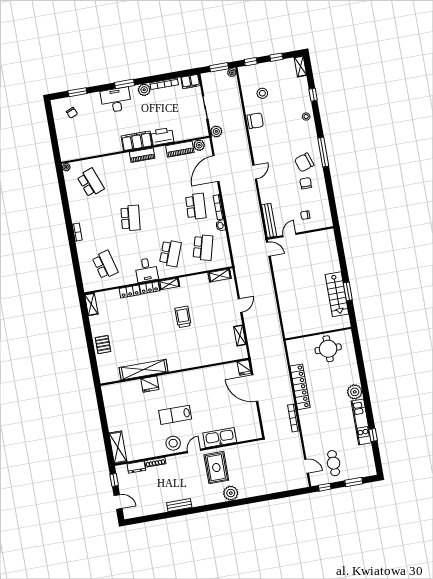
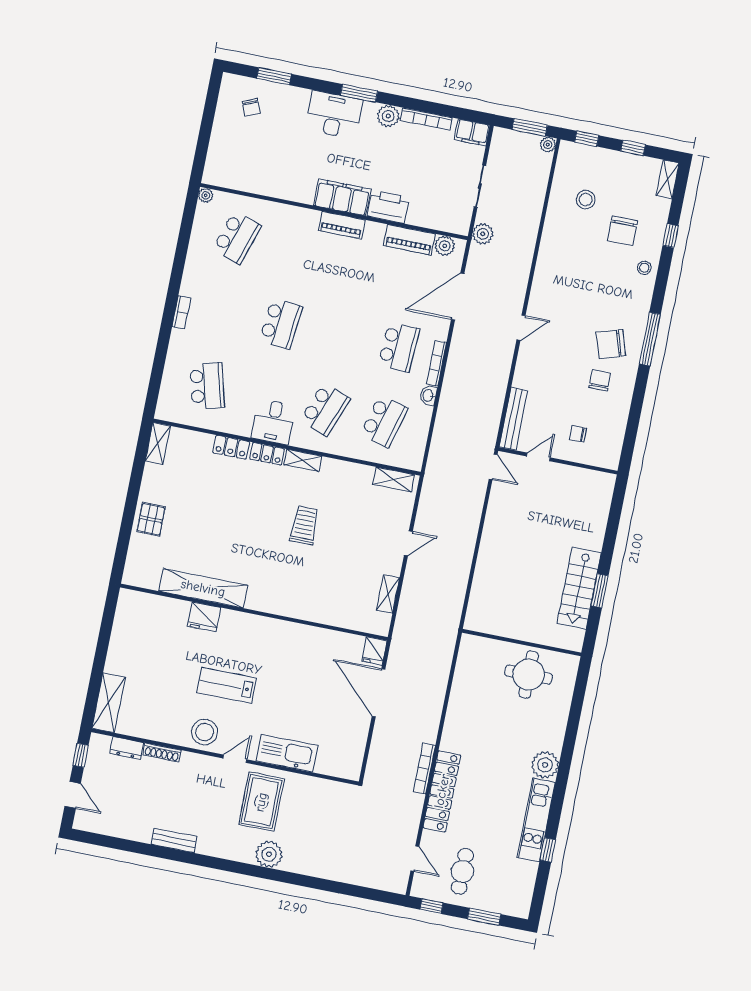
chair: (255, 121) -> (622, 231), moved, turned 90
school desk: (91, 183) -> (237, 238), turned 39
locker: (300, 387) -> (442, 791), moved

